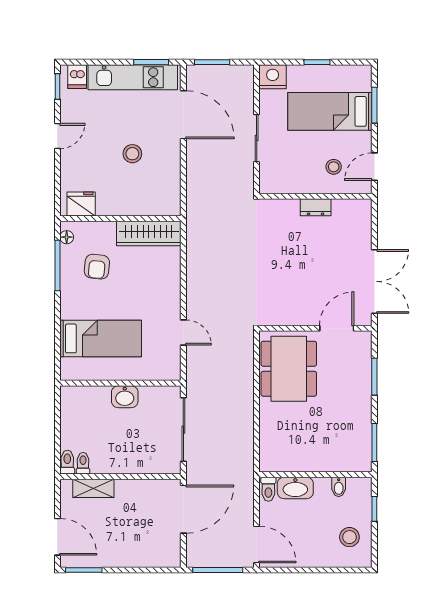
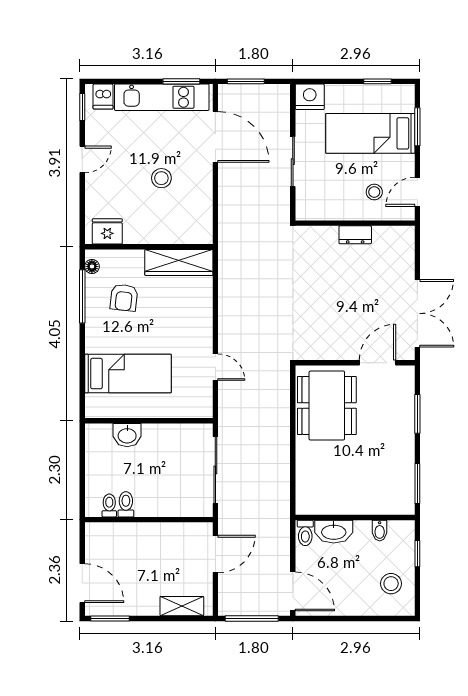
window: (317, 62) -> (378, 81), moved
washbasin: (125, 397) -> (127, 435), moved
toilet: (67, 462) -> (126, 504), moved
shelving: (93, 488) -> (182, 606), moved
door: (183, 509) -> (215, 554), width x0.73

